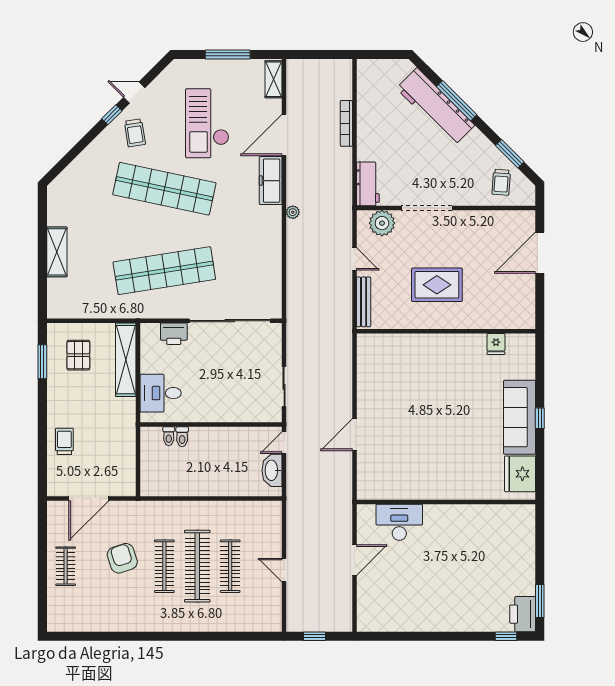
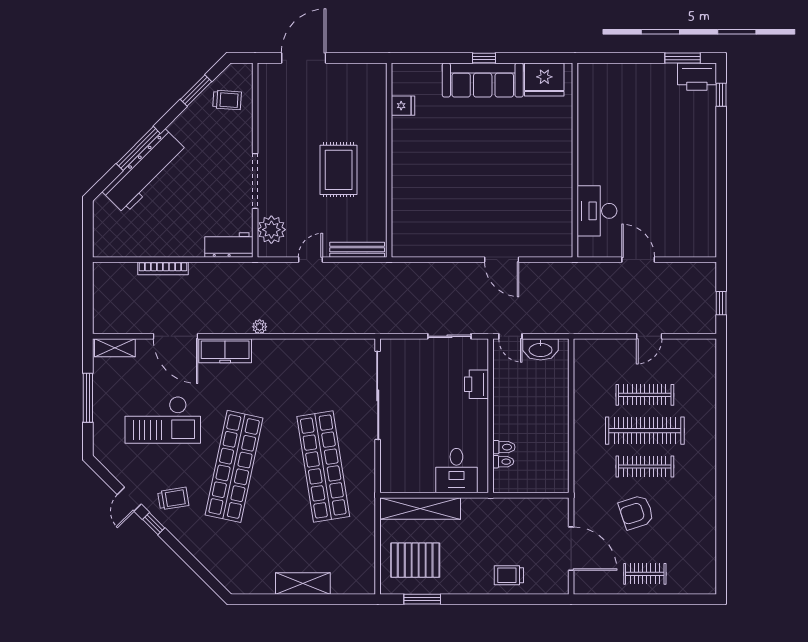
door: (540, 253) -> (304, 58), swing flipped
printer: (174, 334) -> (476, 384), moved, turned 180
pallet: (78, 355) -> (415, 560), width x1.50, depth x1.42

